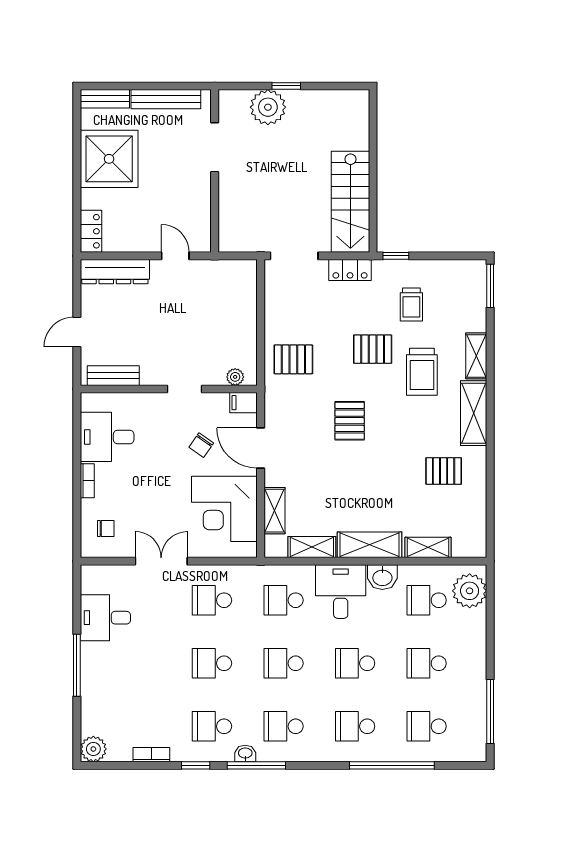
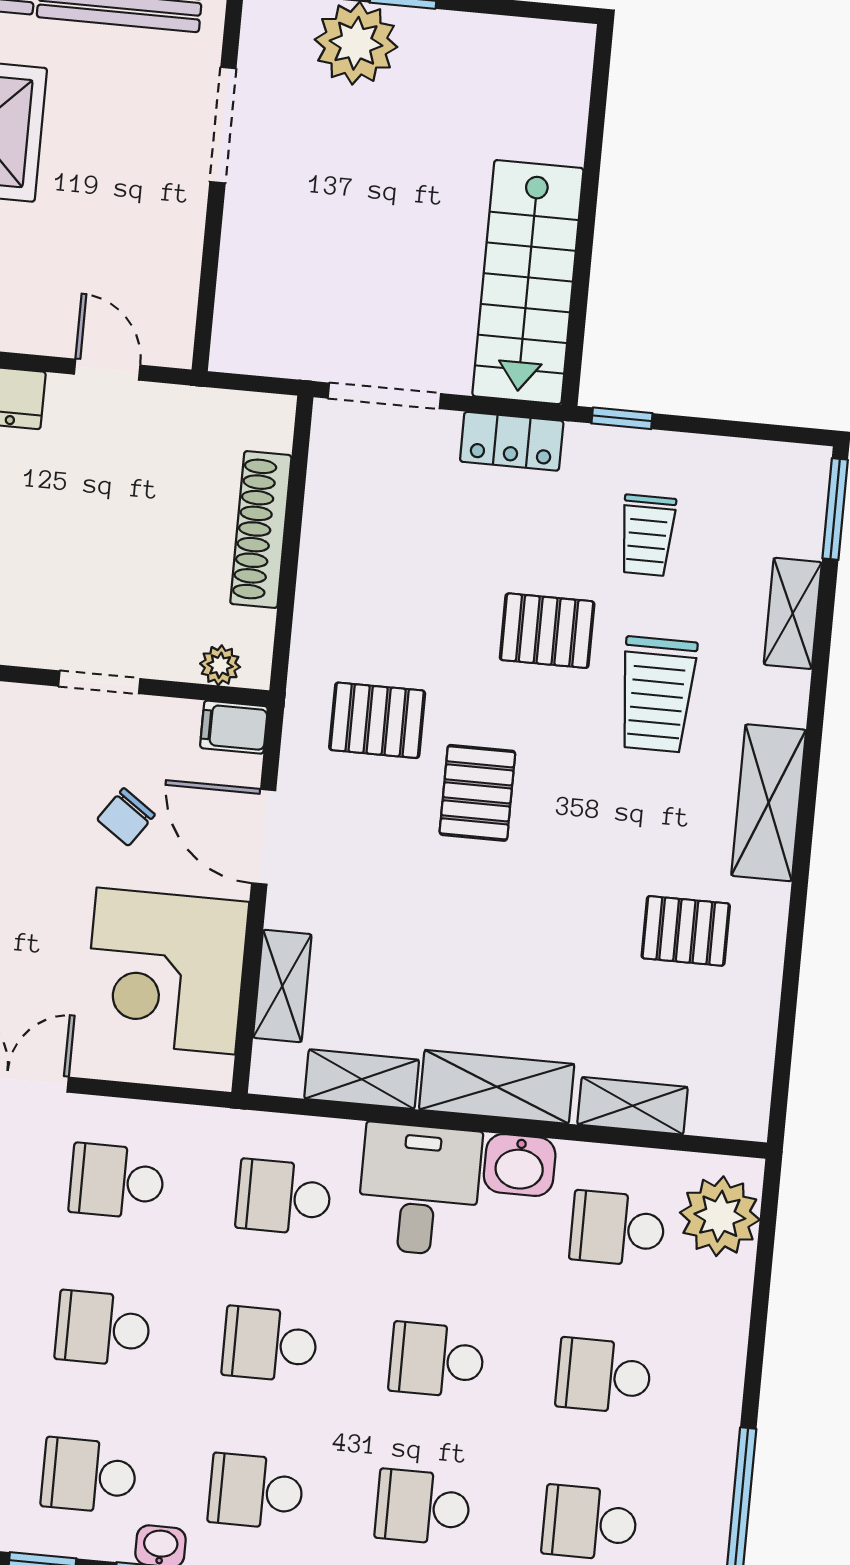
shoe rack: (247, 318) -> (261, 530), added
shelving: (476, 356) -> (793, 613), moved
pallet: (293, 359) -> (377, 720), moved

